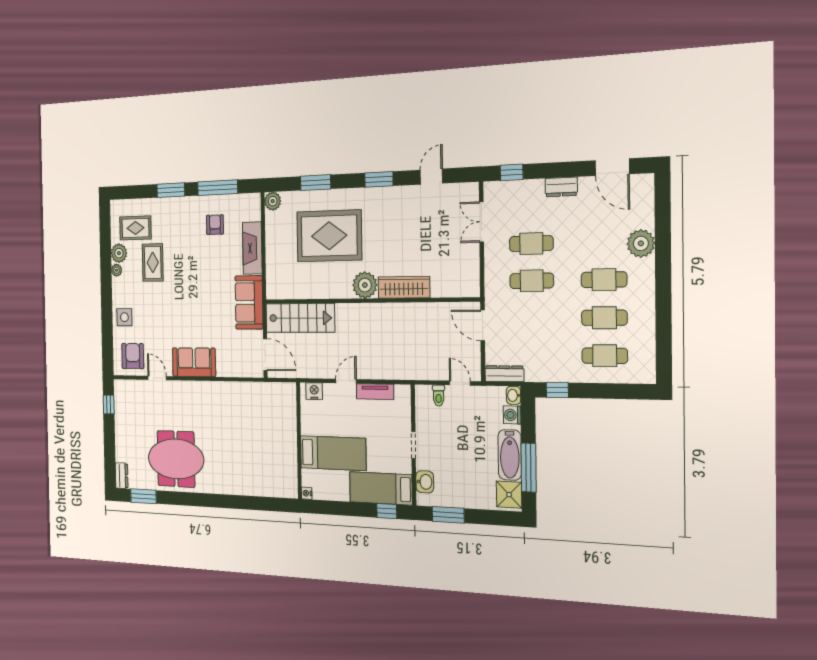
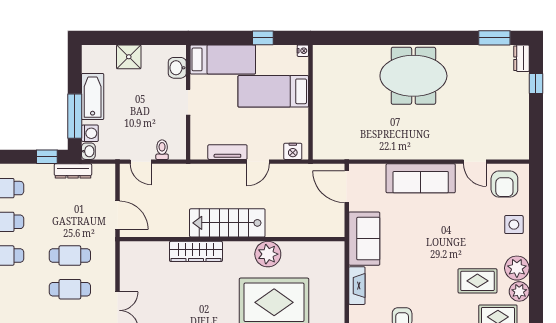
fireplace: (252, 248) -> (357, 286), width x0.73, depth x0.76
rug: (153, 262) -> (477, 281), turned 90
plant: (117, 270) -> (517, 268), width x1.87, depth x1.87
plant: (365, 285) -> (268, 254), moved
stairs: (300, 318) -> (227, 223), moved
sofa: (194, 362) -> (421, 178), width x1.36
dresser: (504, 374) -> (73, 171), moved
window: (109, 404) -> (536, 84), moved
meeting table: (176, 459) -> (413, 76), moved
window: (529, 468) -> (75, 116), moved
shower: (509, 495) -> (129, 57), moved
window: (387, 511) -> (263, 38), moved
window: (448, 515) -> (154, 38), removed

